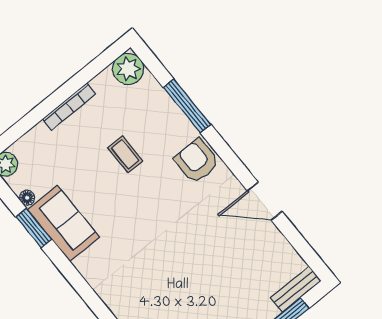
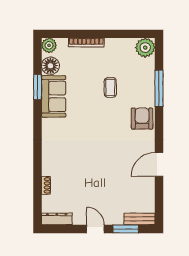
bookcase: (69, 106) -> (86, 42), moved
floor lamp: (27, 198) -> (50, 66), width x1.89, depth x1.89
door: (265, 201) -> (159, 164), hinge flipped

